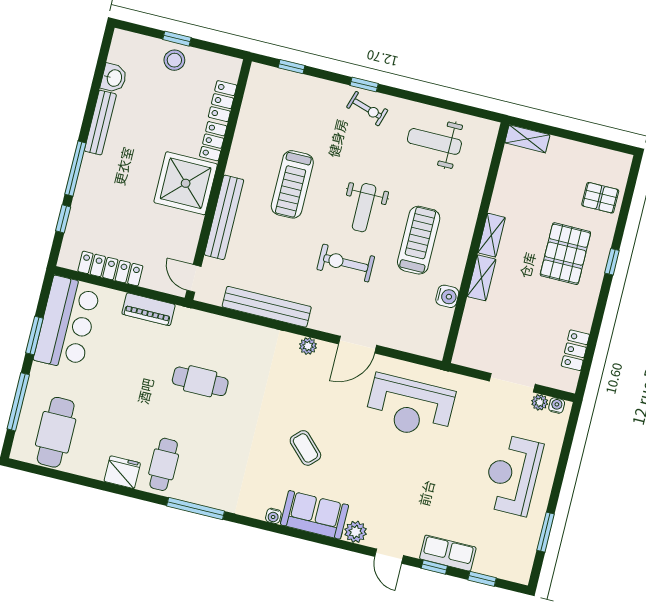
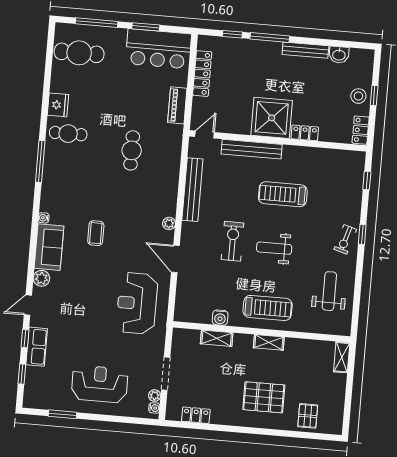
locker: (223, 101) -> (361, 130), moved, turned -90
treadmill: (419, 240) -> (268, 308), moved
window: (612, 262) -> (263, 431), removed
shelving: (482, 278) -> (217, 338), moved
coffee table: (305, 448) -> (96, 233), turned -45

